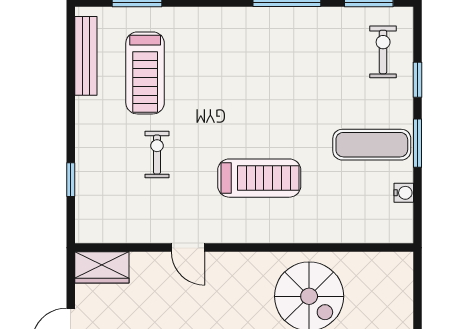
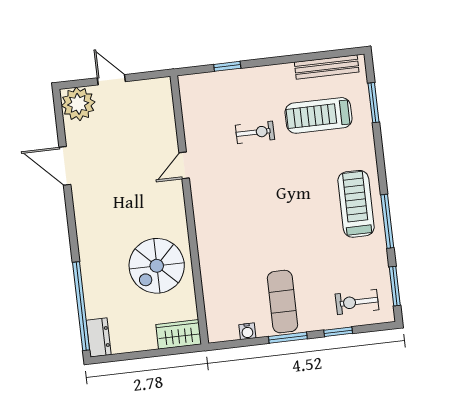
exercise bike: (383, 52) -> (357, 302), turned 180
treadmill: (259, 178) -> (356, 204), moved, turned 180
wardrobe: (102, 267) -> (179, 334), moved, turned 90

